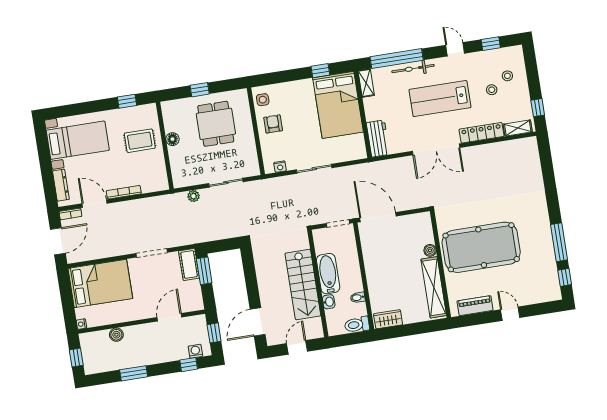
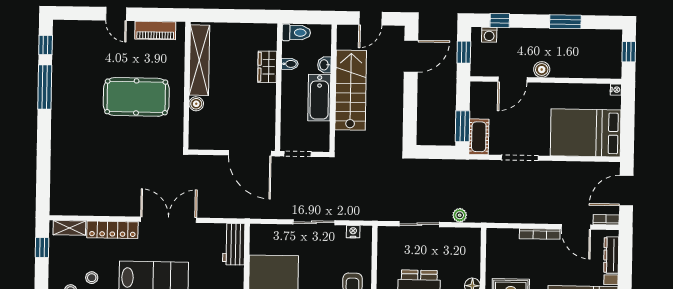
pool table: (481, 247) -> (136, 97), width x0.73, depth x0.76
wardrobe: (388, 319) -> (267, 67), moved, turned 90
boiler: (116, 335) -> (542, 70), moved

